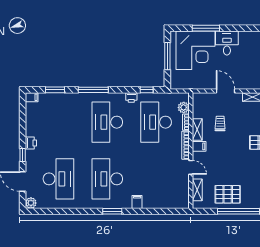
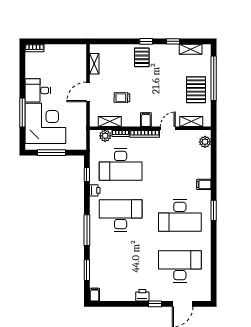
desk: (107, 122) -> (121, 216), turned 180
shelving: (197, 130) -> (110, 121), moved
plant: (31, 203) -> (205, 142), moved

